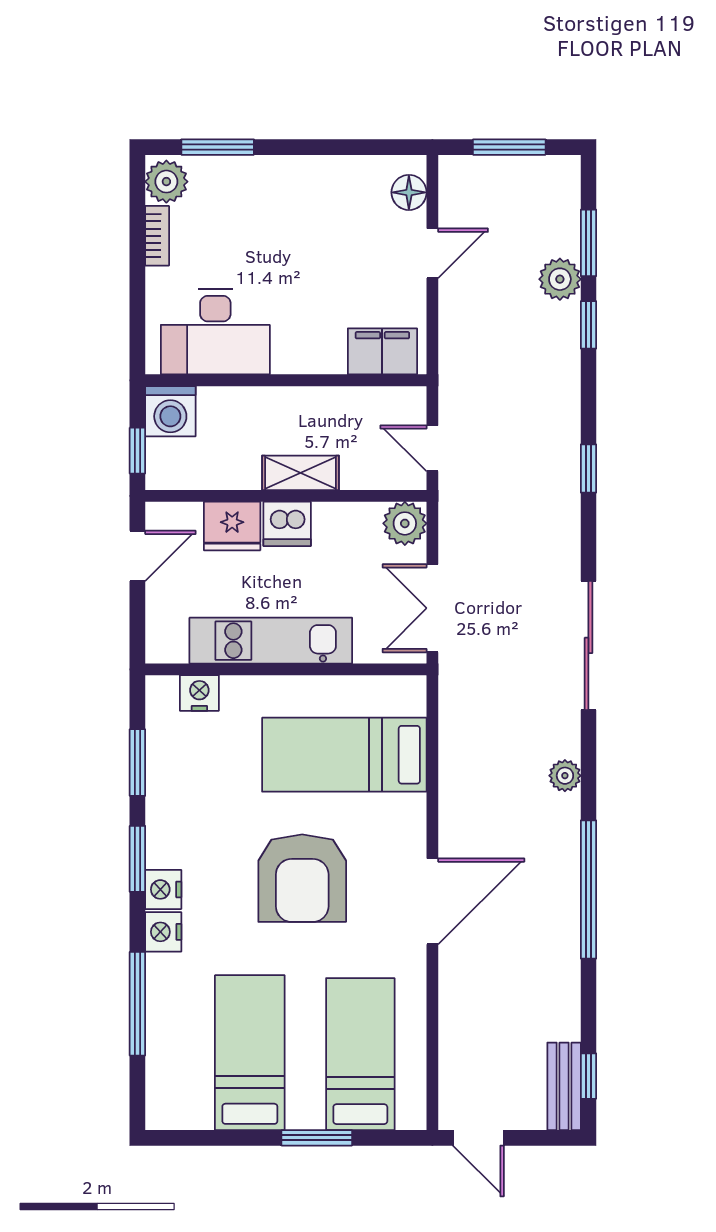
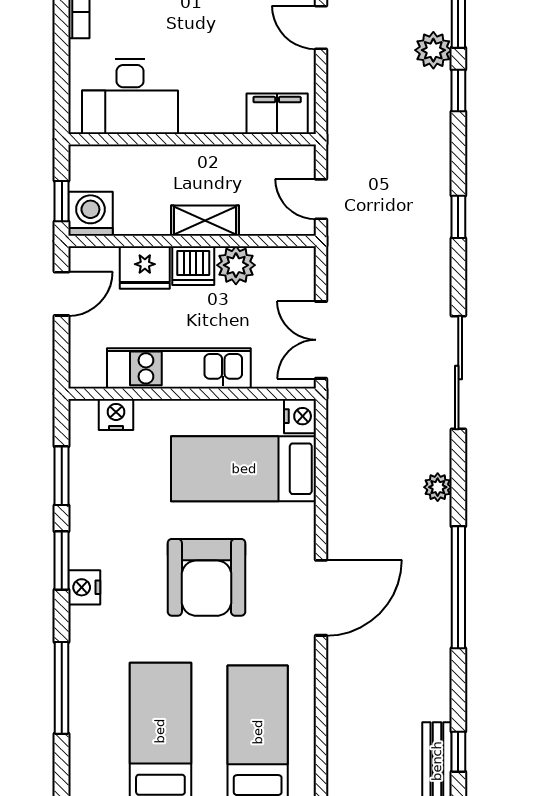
door: (432, 253) -> (321, 27), swing flipped
washing machine: (170, 411) -> (90, 214), moved, turned 180
plant: (405, 523) -> (236, 265), moved
nightstand: (163, 932) -> (300, 416), moved, turned 180

